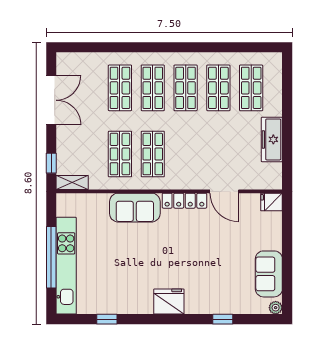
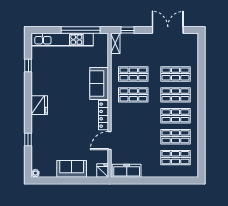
double door: (51, 100) -> (168, 30), swing flipped
freezer: (272, 139) -> (127, 171), moved
window: (51, 257) -> (81, 30), moved
sofa: (269, 274) -> (72, 169), moved

